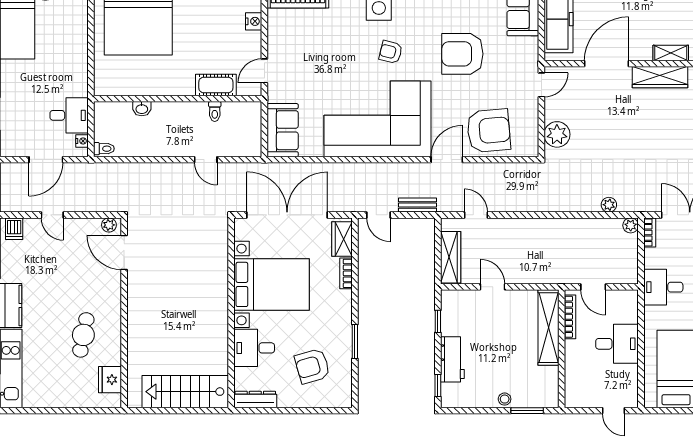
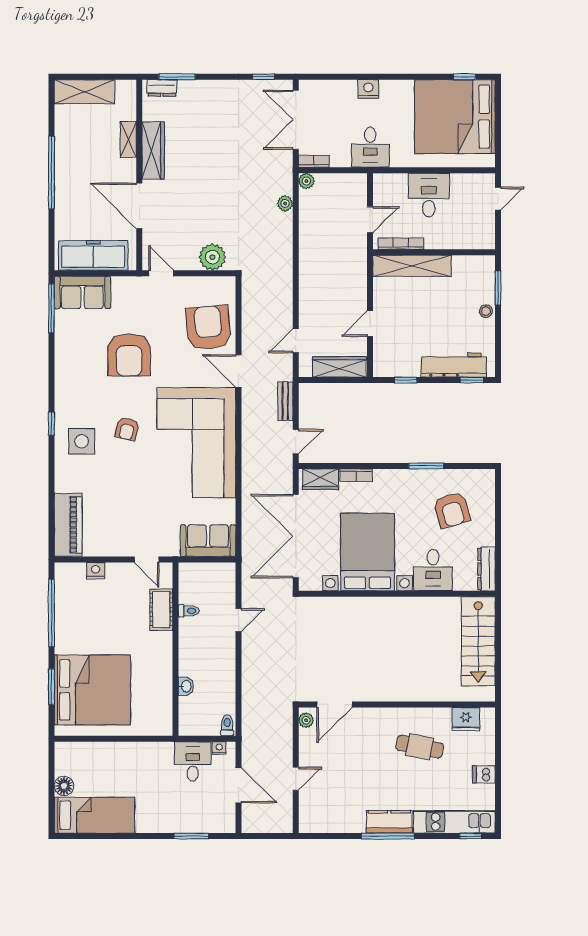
dishwasher: (14, 229) -> (484, 774), moved, turned 180
workbench: (452, 359) -> (454, 365), width x1.38

